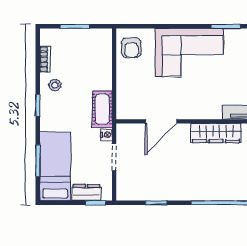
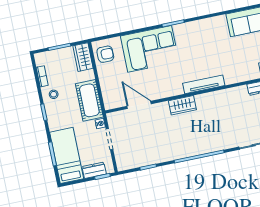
wardrobe: (102, 45) -> (83, 57), added
armchair: (131, 48) -> (105, 54), turned -88
cot: (102, 109) -> (89, 100), width x1.37, depth x1.34
door: (161, 121) -> (139, 105), swing flipped
wardrobe: (216, 133) -> (182, 105), width x0.67

